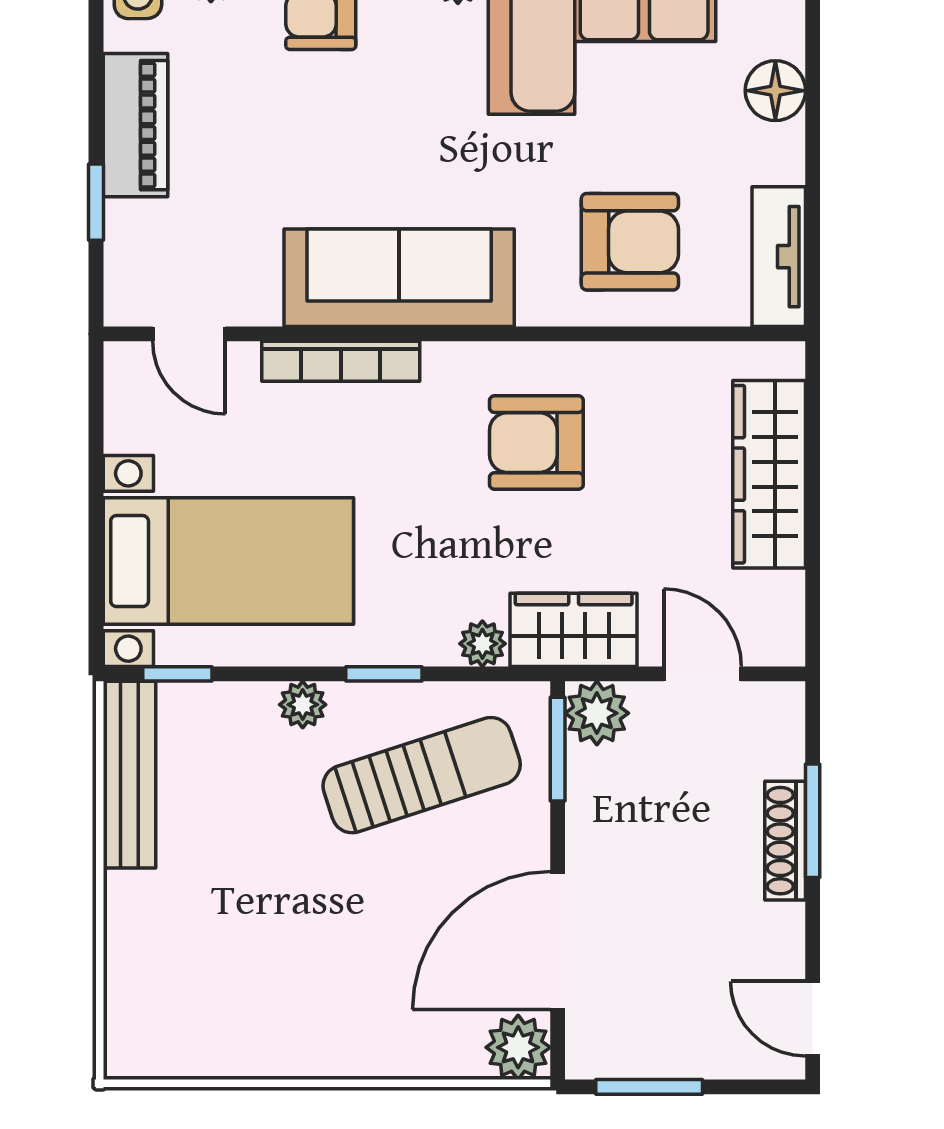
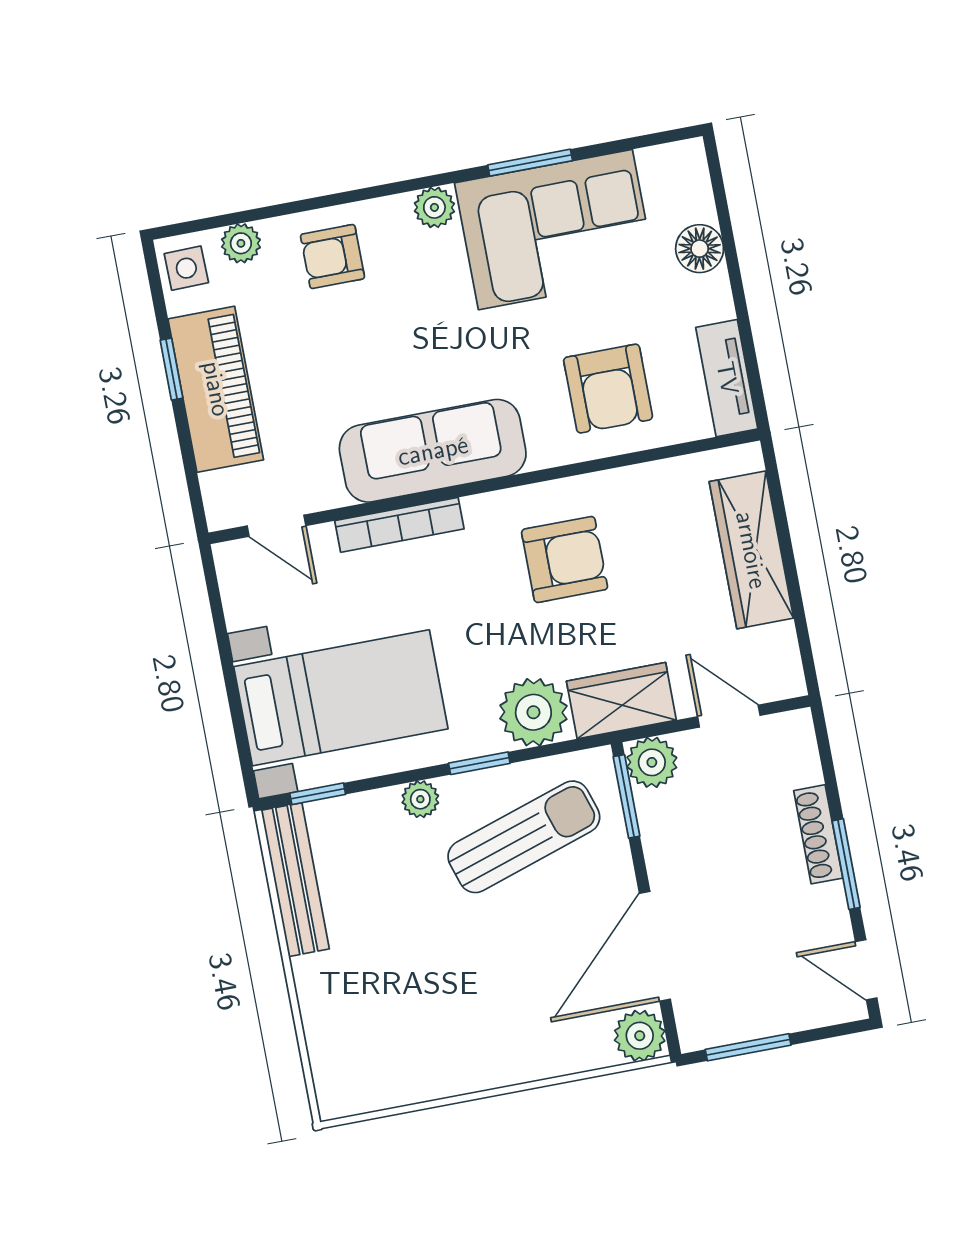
piano: (135, 125) -> (216, 389), width x1.37, depth x1.33
window: (96, 202) -> (172, 369), moved
armchair: (630, 242) -> (608, 389), turned 90
armchair: (536, 443) -> (565, 559), turned 180
plant: (482, 644) -> (533, 712), width x1.87, depth x1.87
window: (813, 821) -> (846, 864), moved

